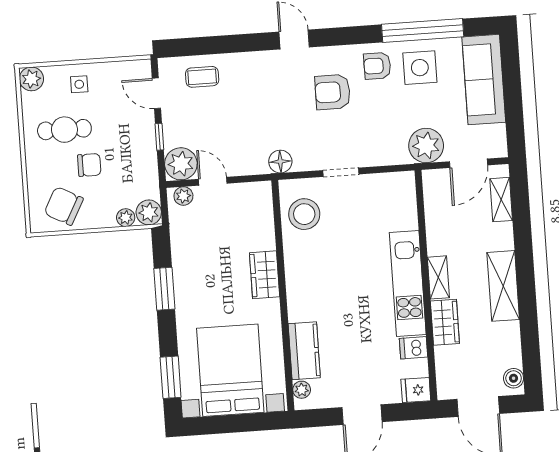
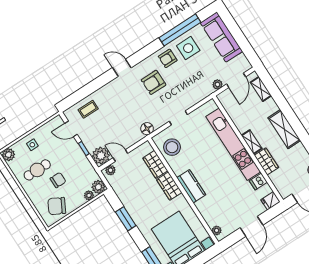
plant: (426, 146) -> (217, 84), width x0.53, depth x0.53
wardrobe: (261, 227) -> (155, 164), added
kitchen unit: (408, 284) -> (233, 144), width x1.36
kitchen counter: (304, 351) -> (191, 186), moved

